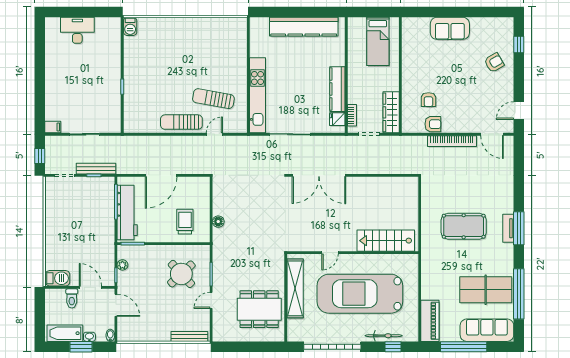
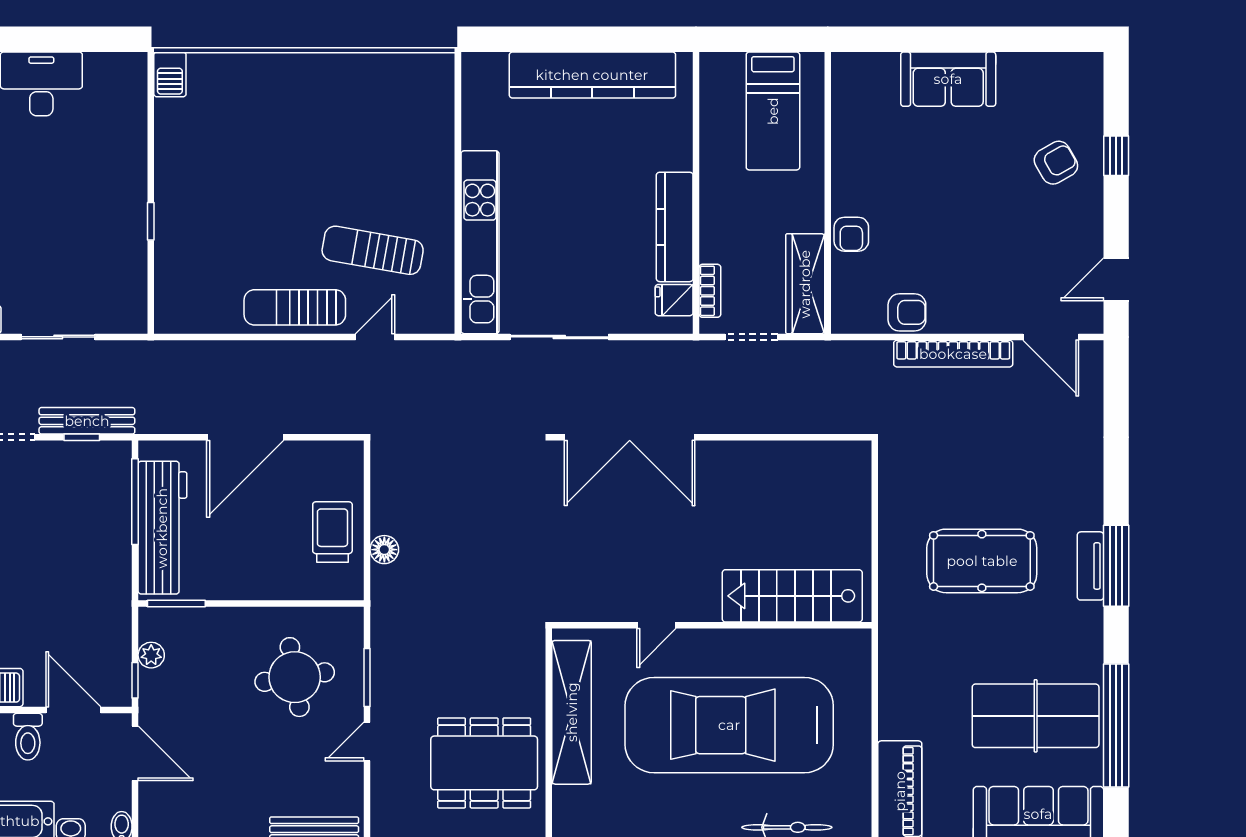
window: (519, 45) -> (1116, 156), moved
armchair: (428, 100) -> (851, 234), moved
trolley: (185, 222) -> (332, 532), moved
round table: (181, 274) -> (295, 677), turned 34

